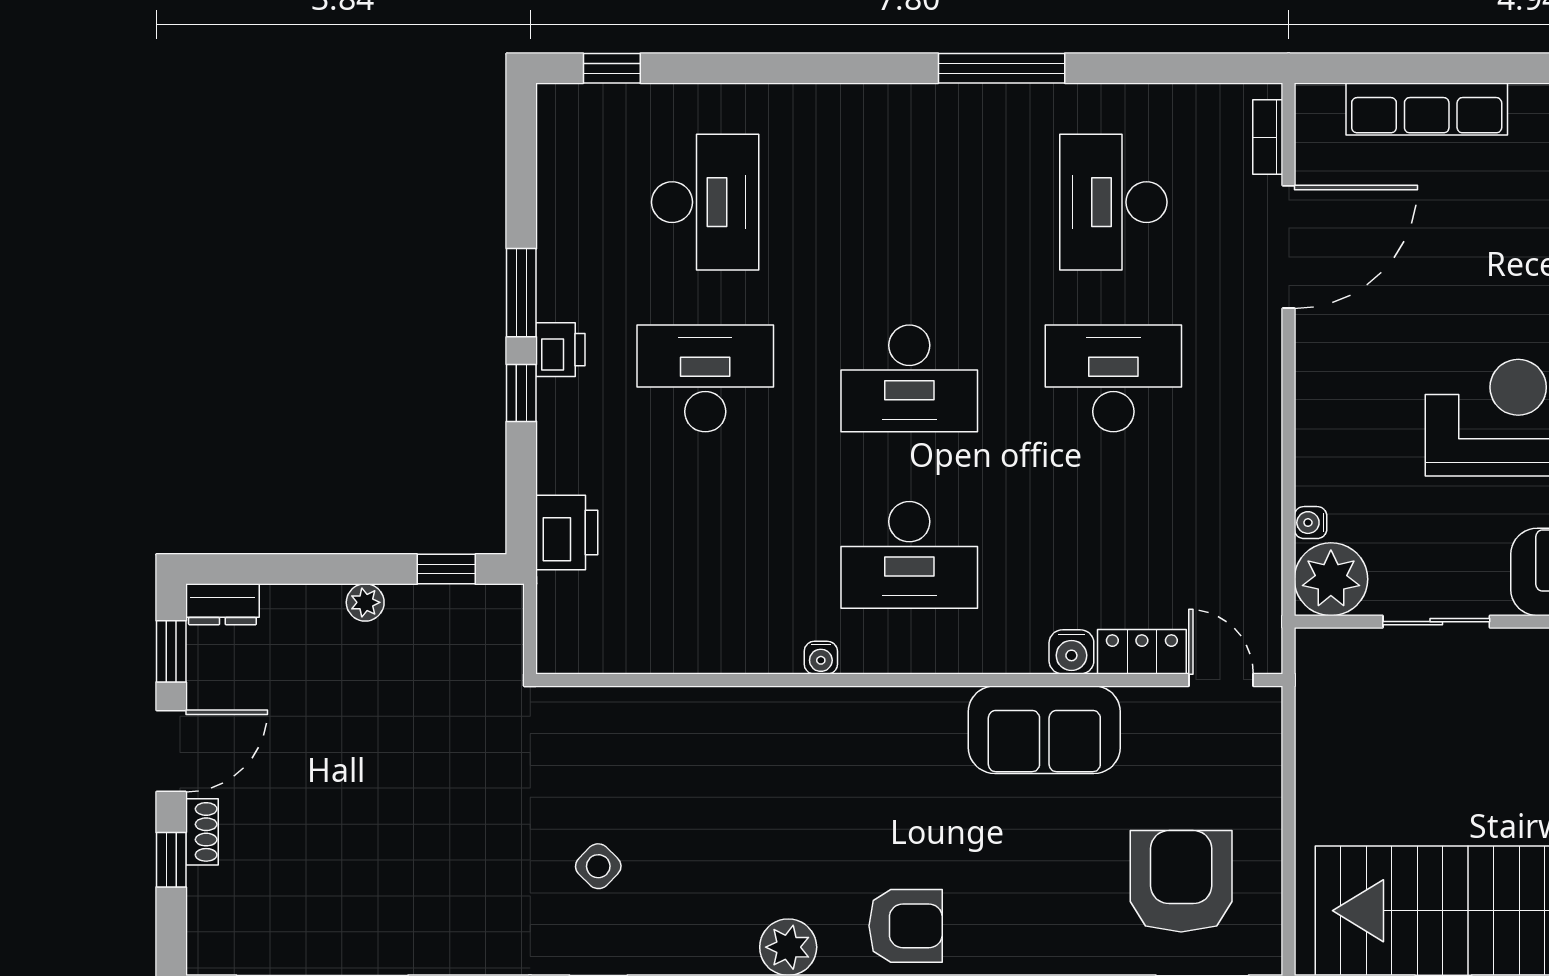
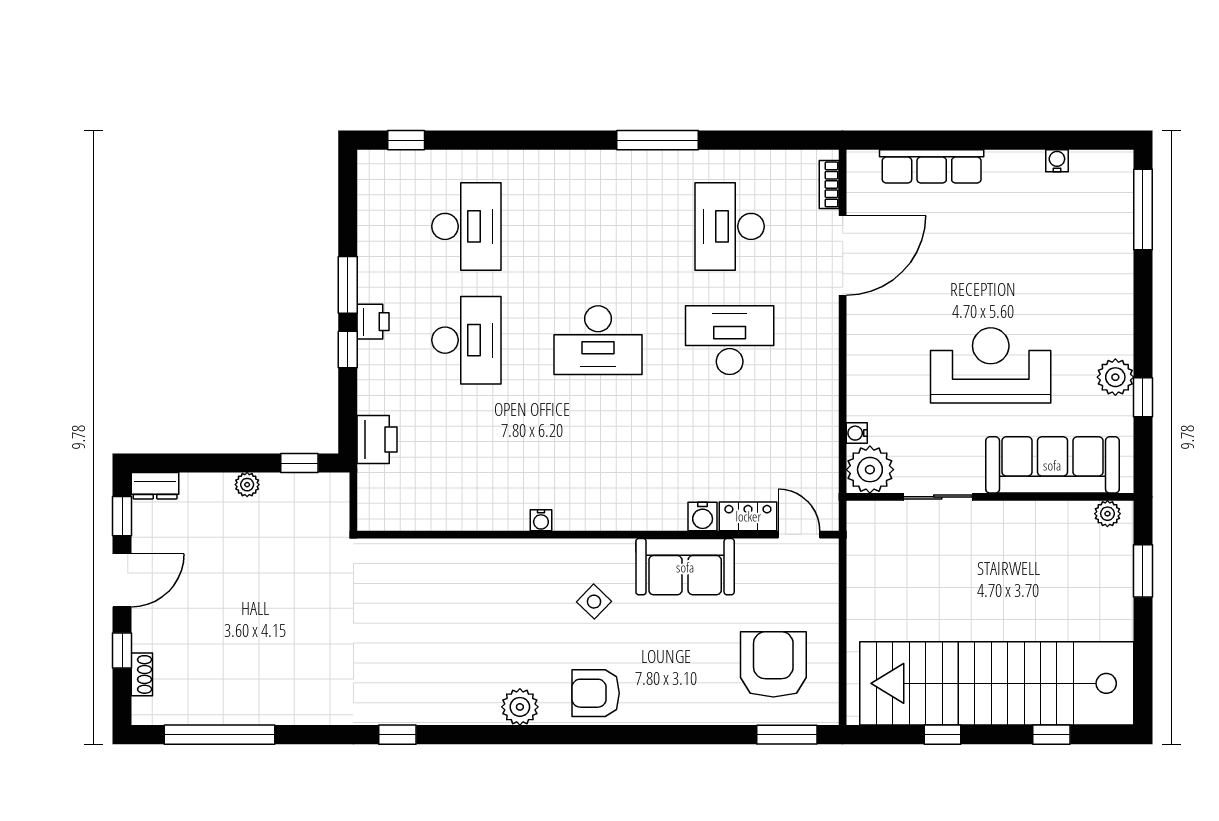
desk: (705, 378) -> (466, 340), turned 90
desk: (909, 555) -> (598, 454), removed
shoe rack: (202, 832) -> (142, 674), moved
side table: (598, 866) -> (594, 602), moved
armchair: (906, 926) -> (596, 693), turned 180

